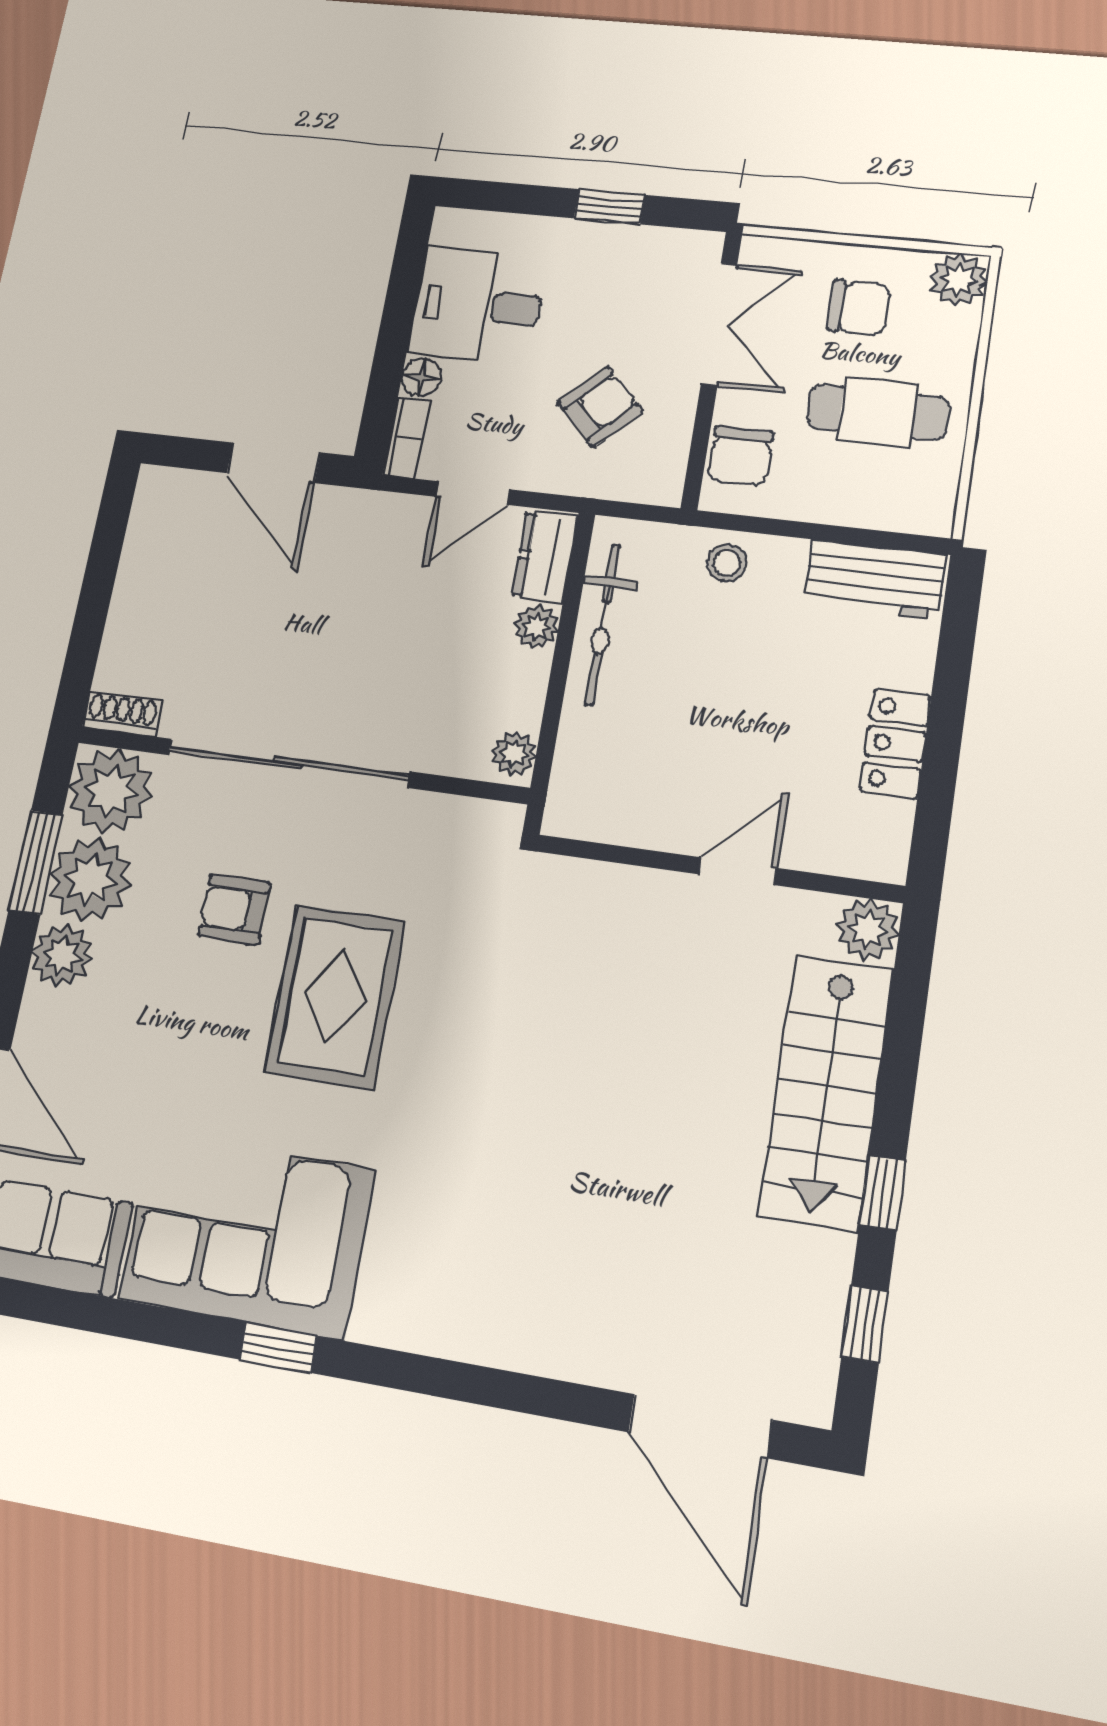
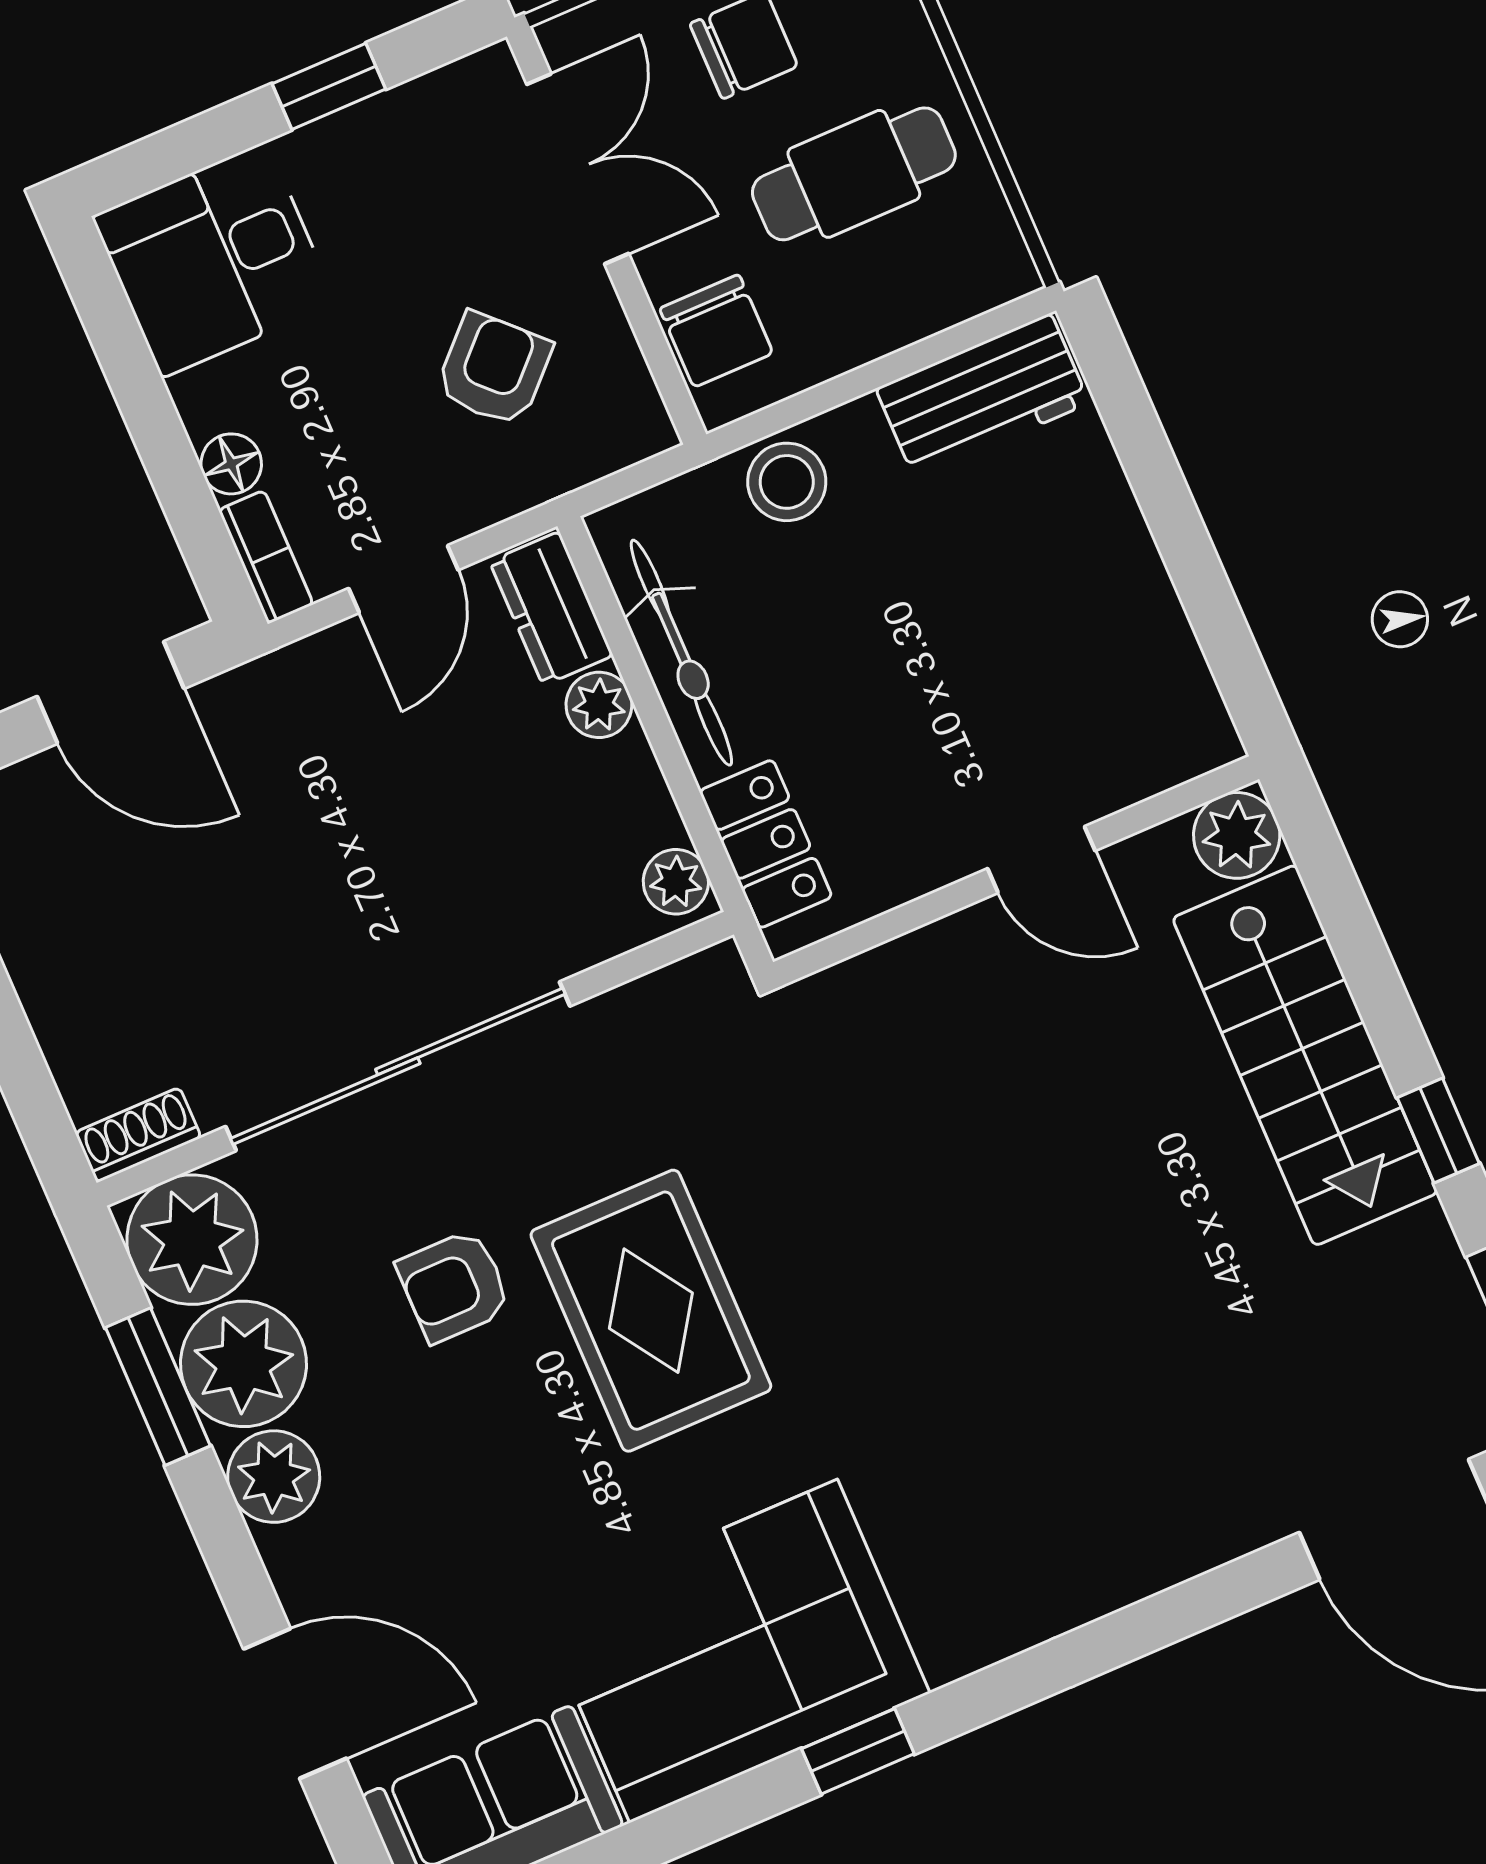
desk: (478, 305) -> (214, 260), moved
stool: (727, 563) -> (787, 482), width x1.37, depth x1.37
locker: (895, 744) -> (766, 844), moved, turned 180
door: (738, 871) -> (1041, 860), swing flipped

